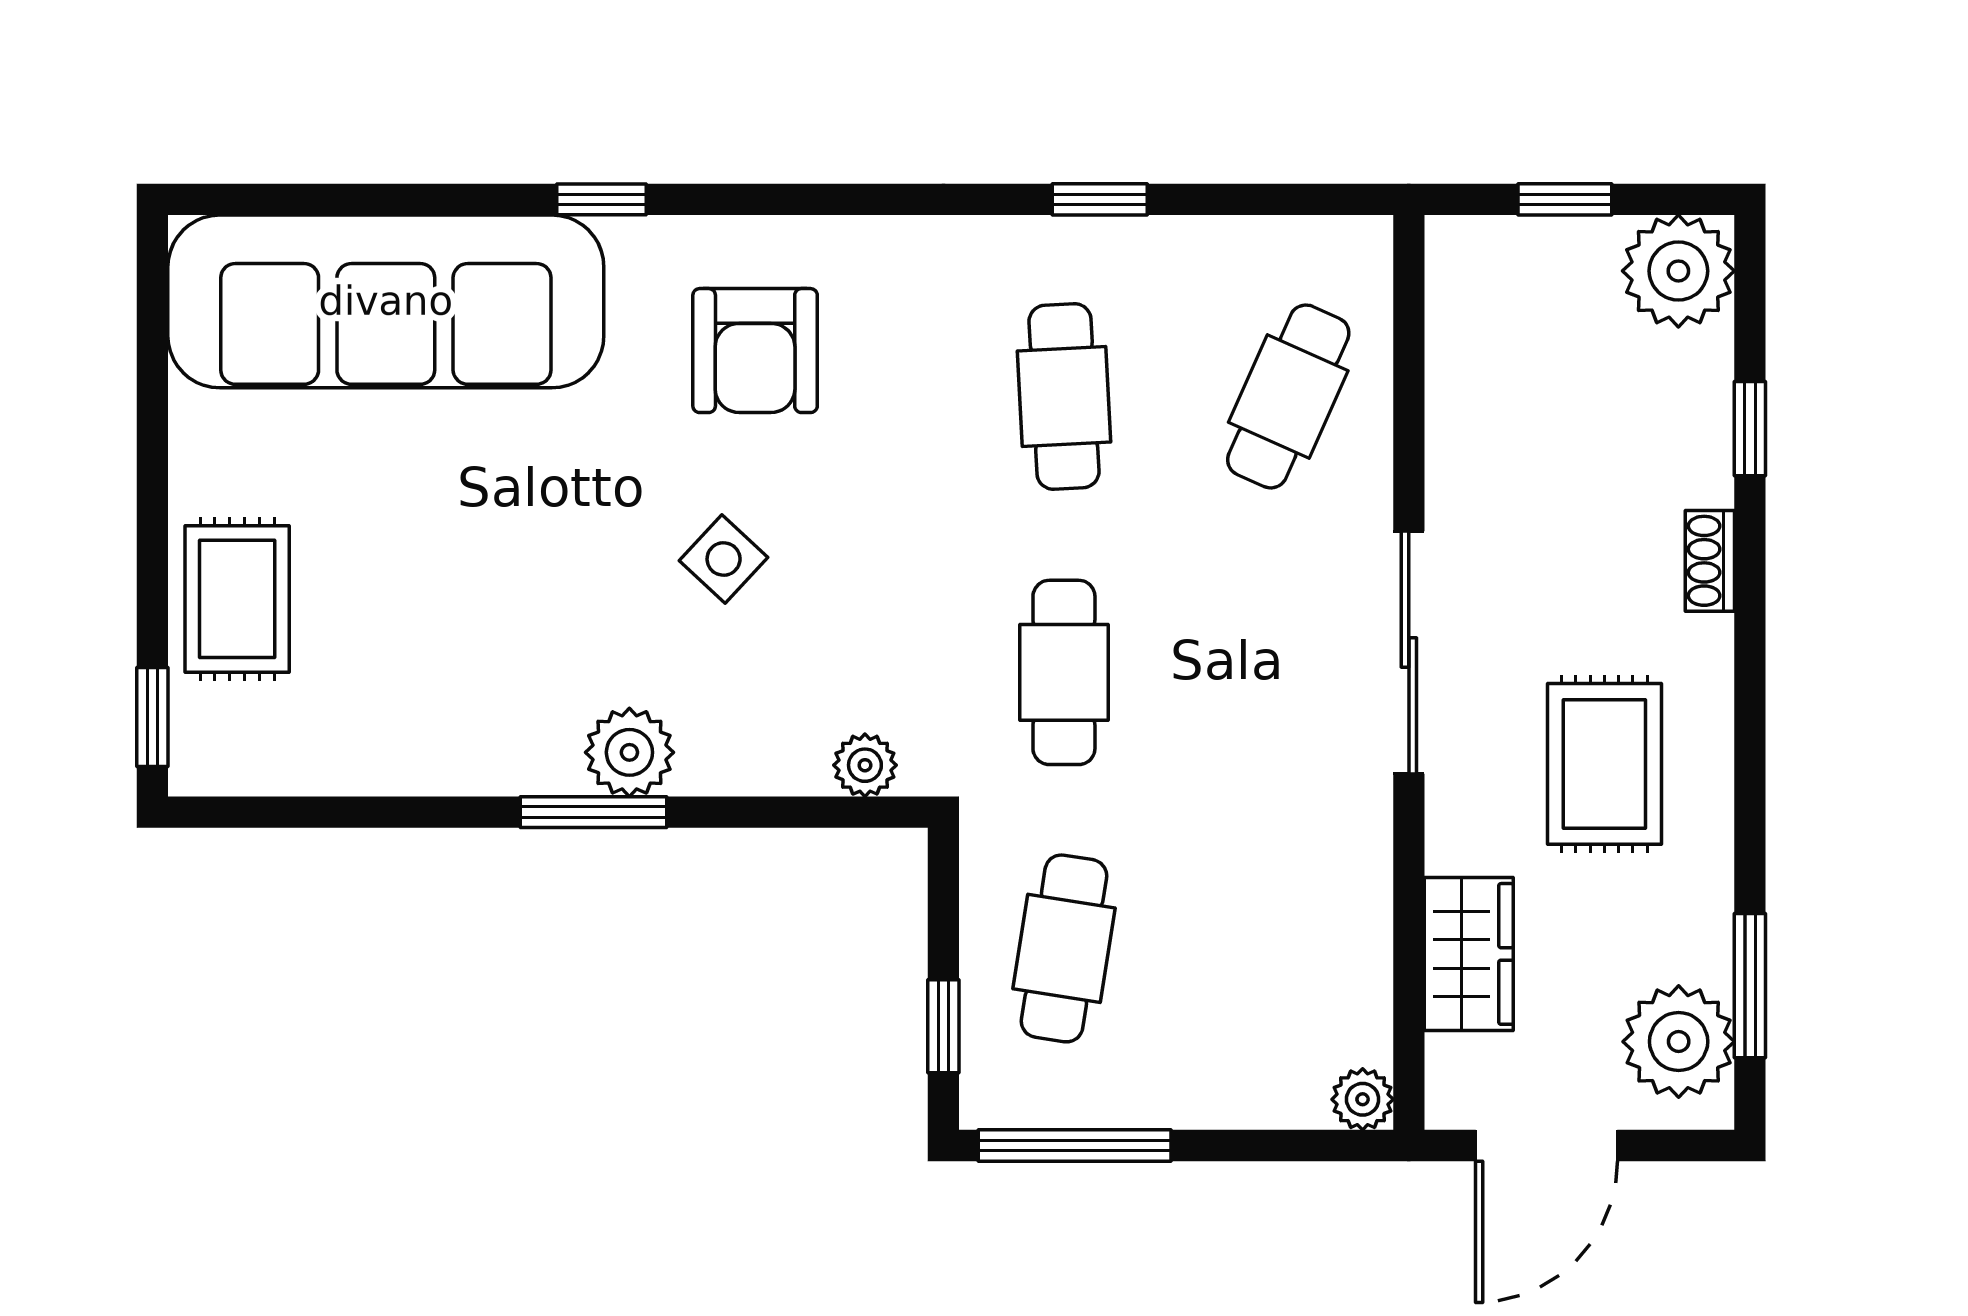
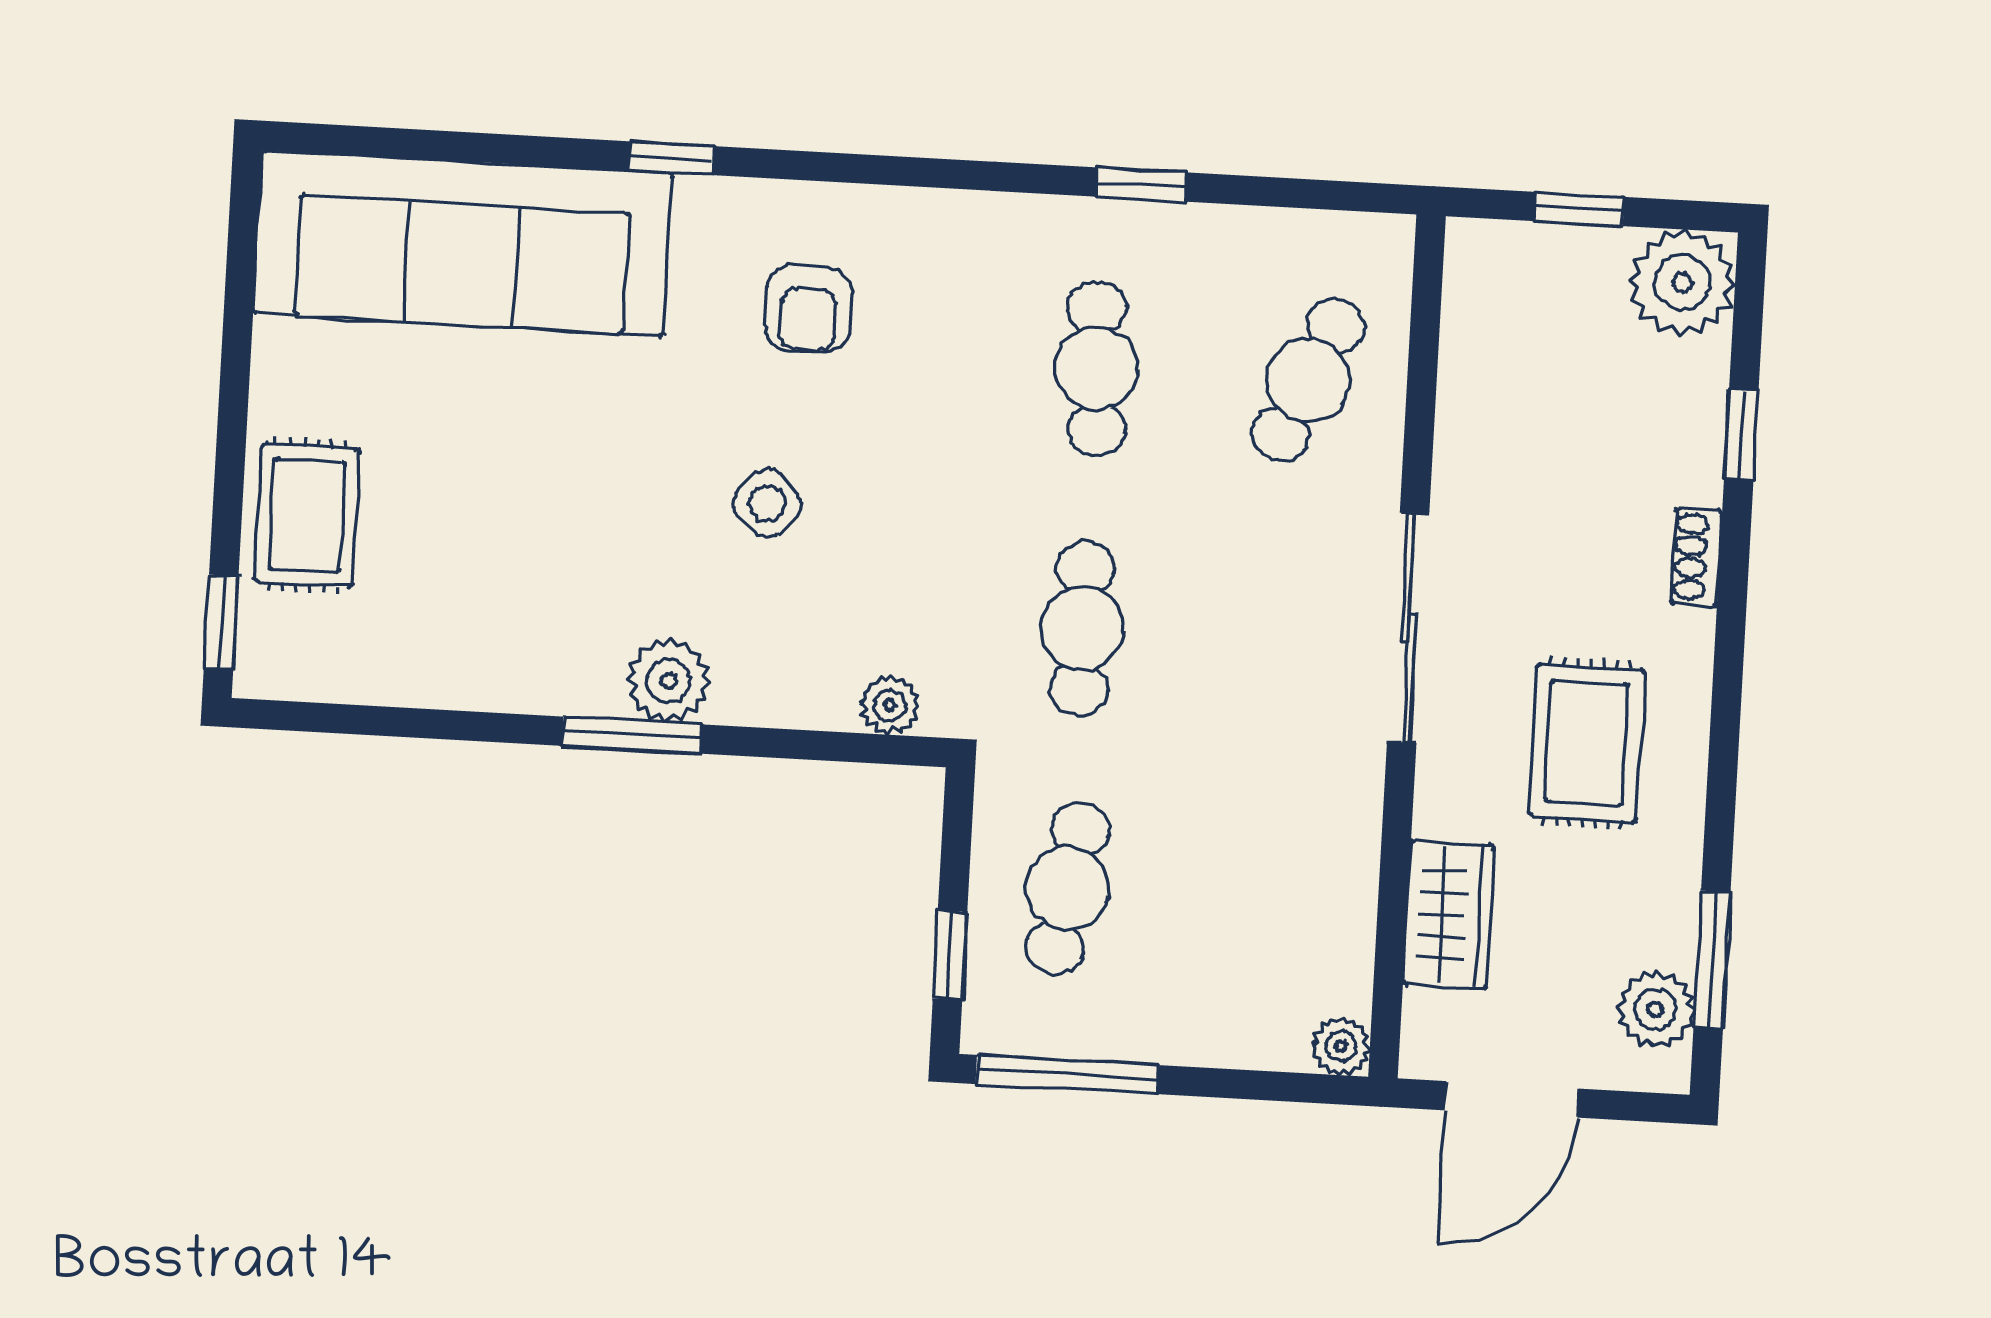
armchair: (755, 351) -> (808, 309), width x0.72, depth x0.72
plant: (1679, 1042) -> (1656, 1009), width x0.73, depth x0.73

